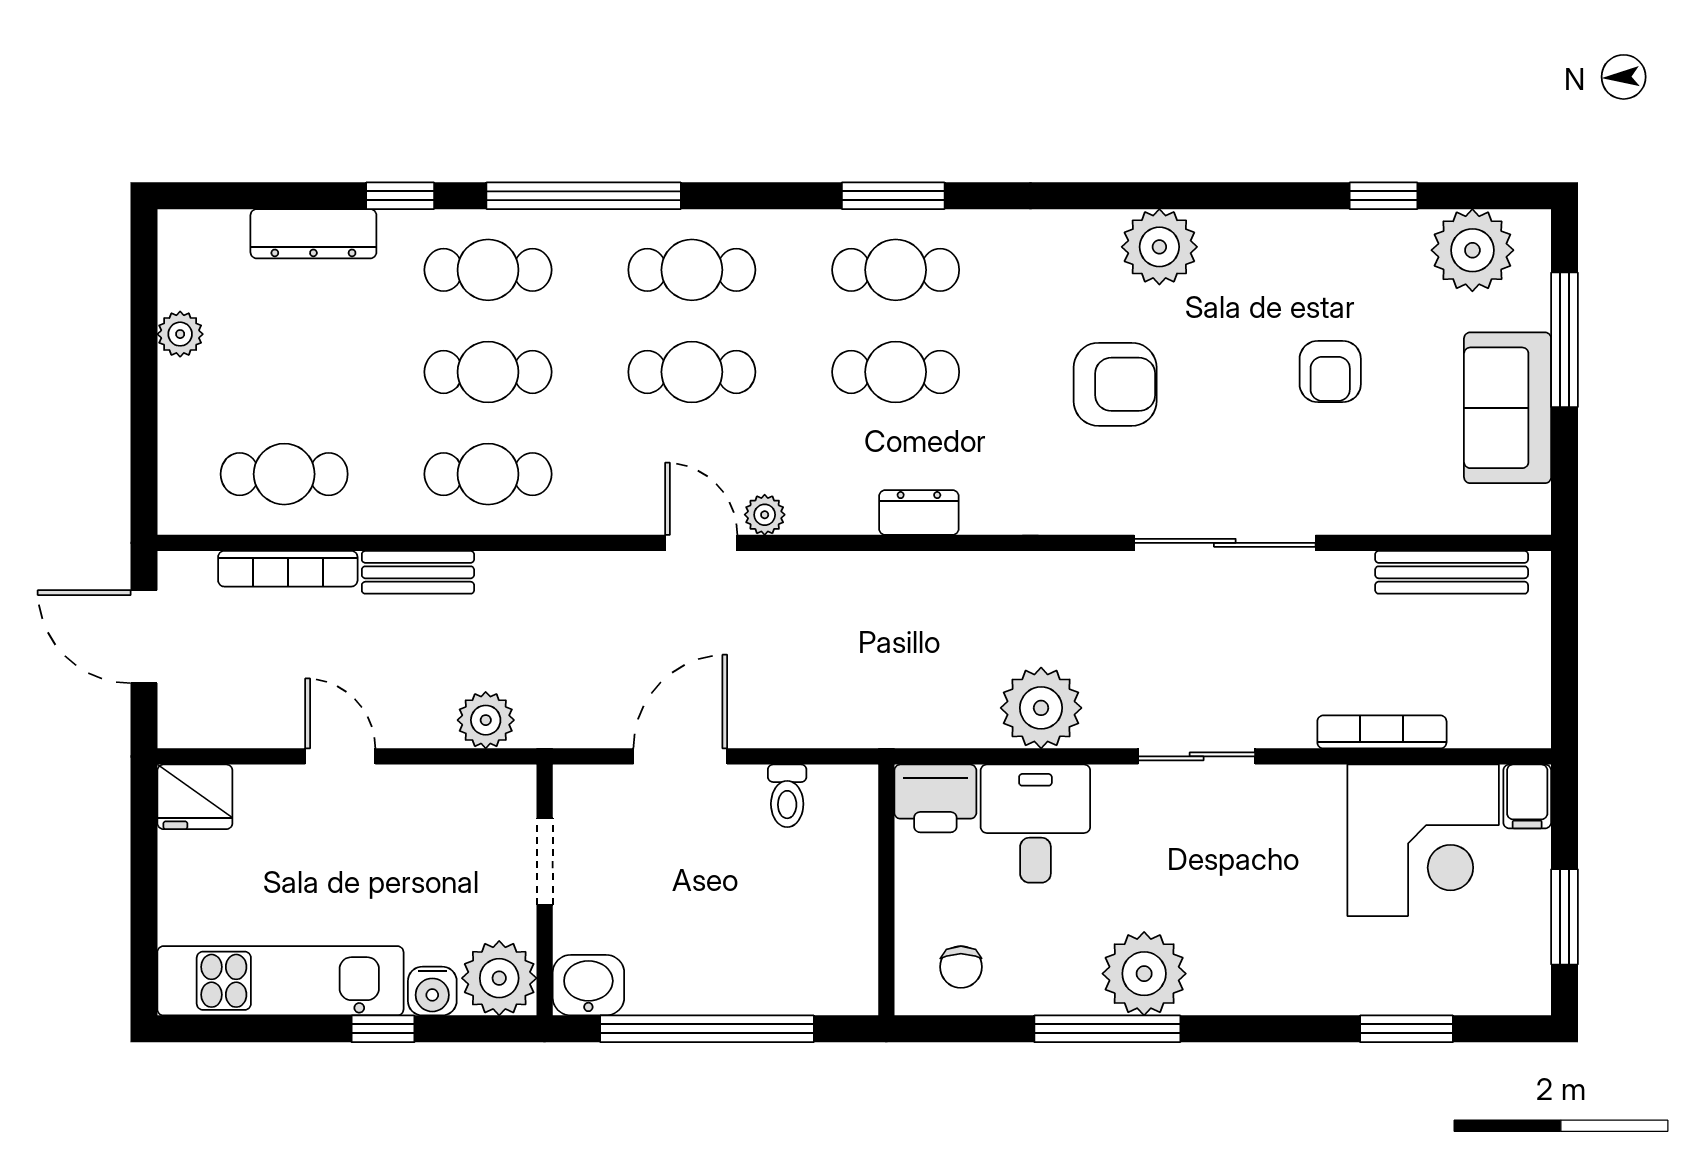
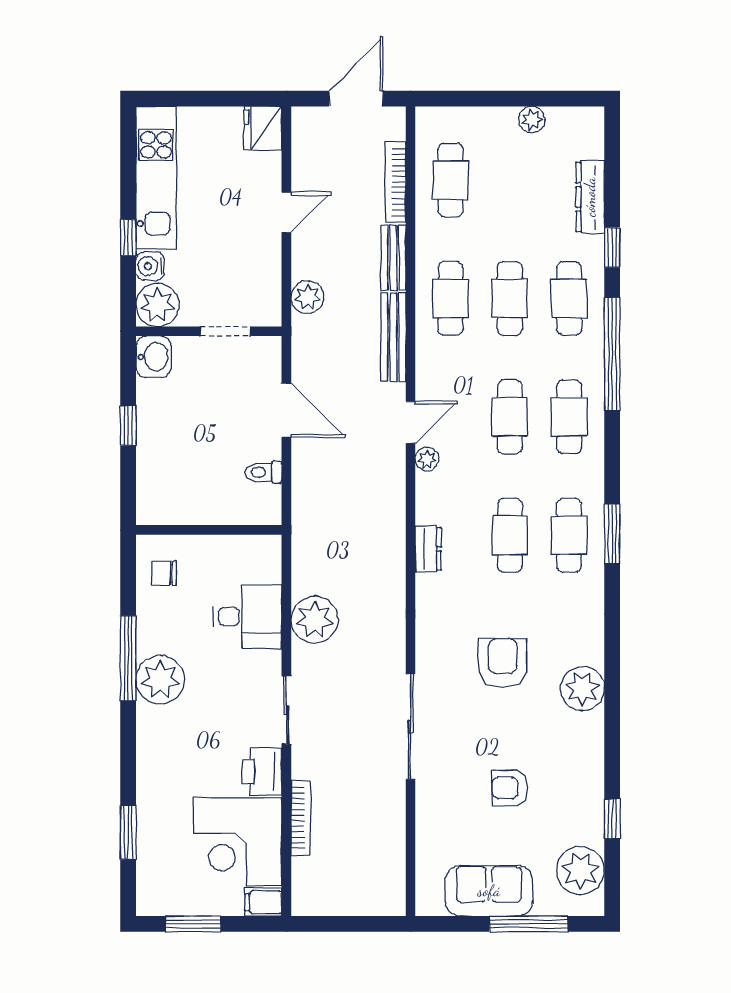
armchair: (1115, 384) -> (503, 663), turned 180
bench: (1452, 572) -> (393, 337), moved
printer: (935, 798) -> (262, 771), moved
window: (707, 1029) -> (128, 426), width x0.32

